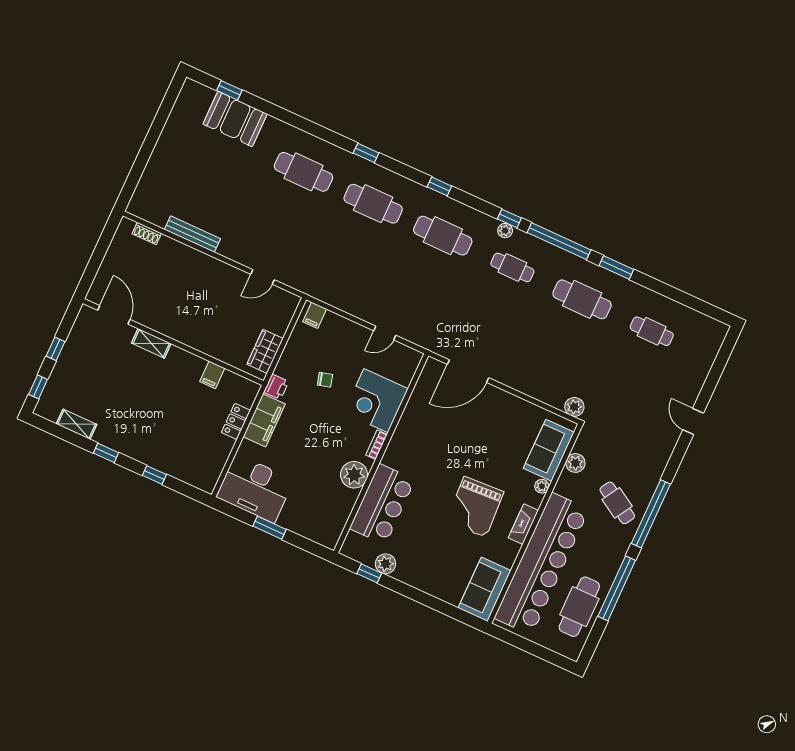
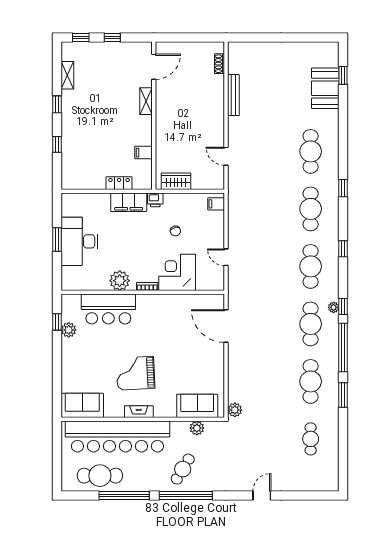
cafe table: (512, 267) -> (311, 324), width x1.37, depth x1.35
plant: (542, 486) -> (170, 412), removed
desk: (255, 488) -> (79, 241), moved

